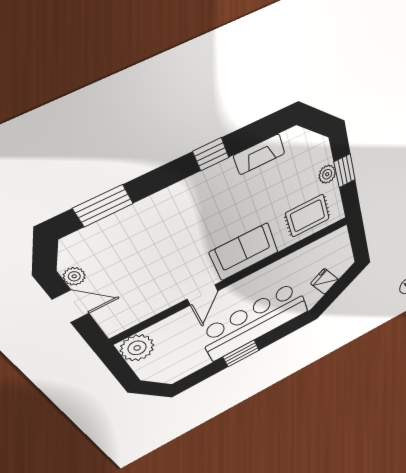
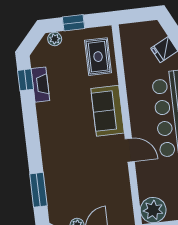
window: (211, 154) -> (25, 80), moved
plant: (327, 174) -> (55, 39), moved

